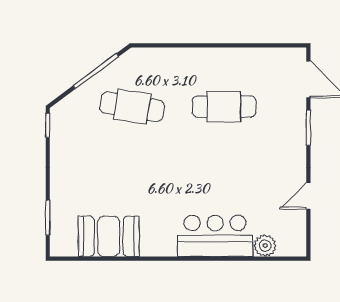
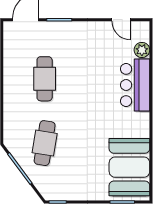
door: (308, 196) -> (121, 20), moved
booth: (109, 236) -> (129, 167), width x1.36, depth x1.42

